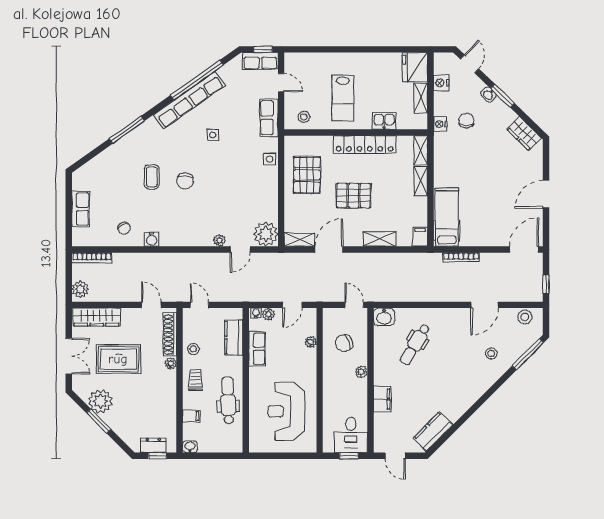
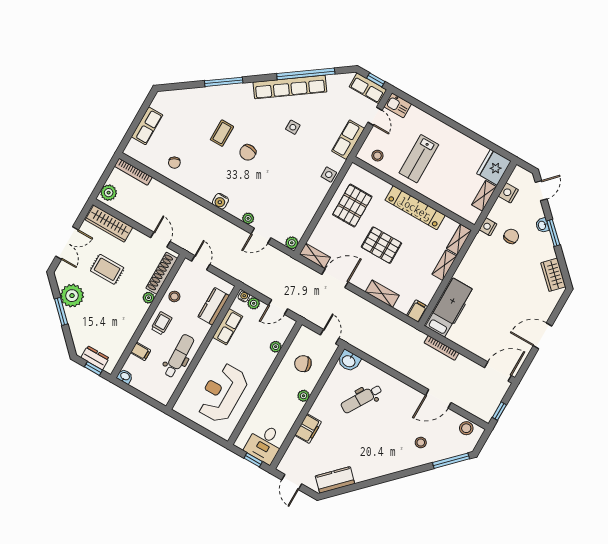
kitchen sink: (384, 121) -> (398, 105), moved, turned 180
plant: (266, 234) -> (292, 243), width x0.53, depth x0.53
water cooler: (152, 239) -> (220, 201), moved
rug: (118, 359) -> (107, 269), width x0.73, depth x0.70

